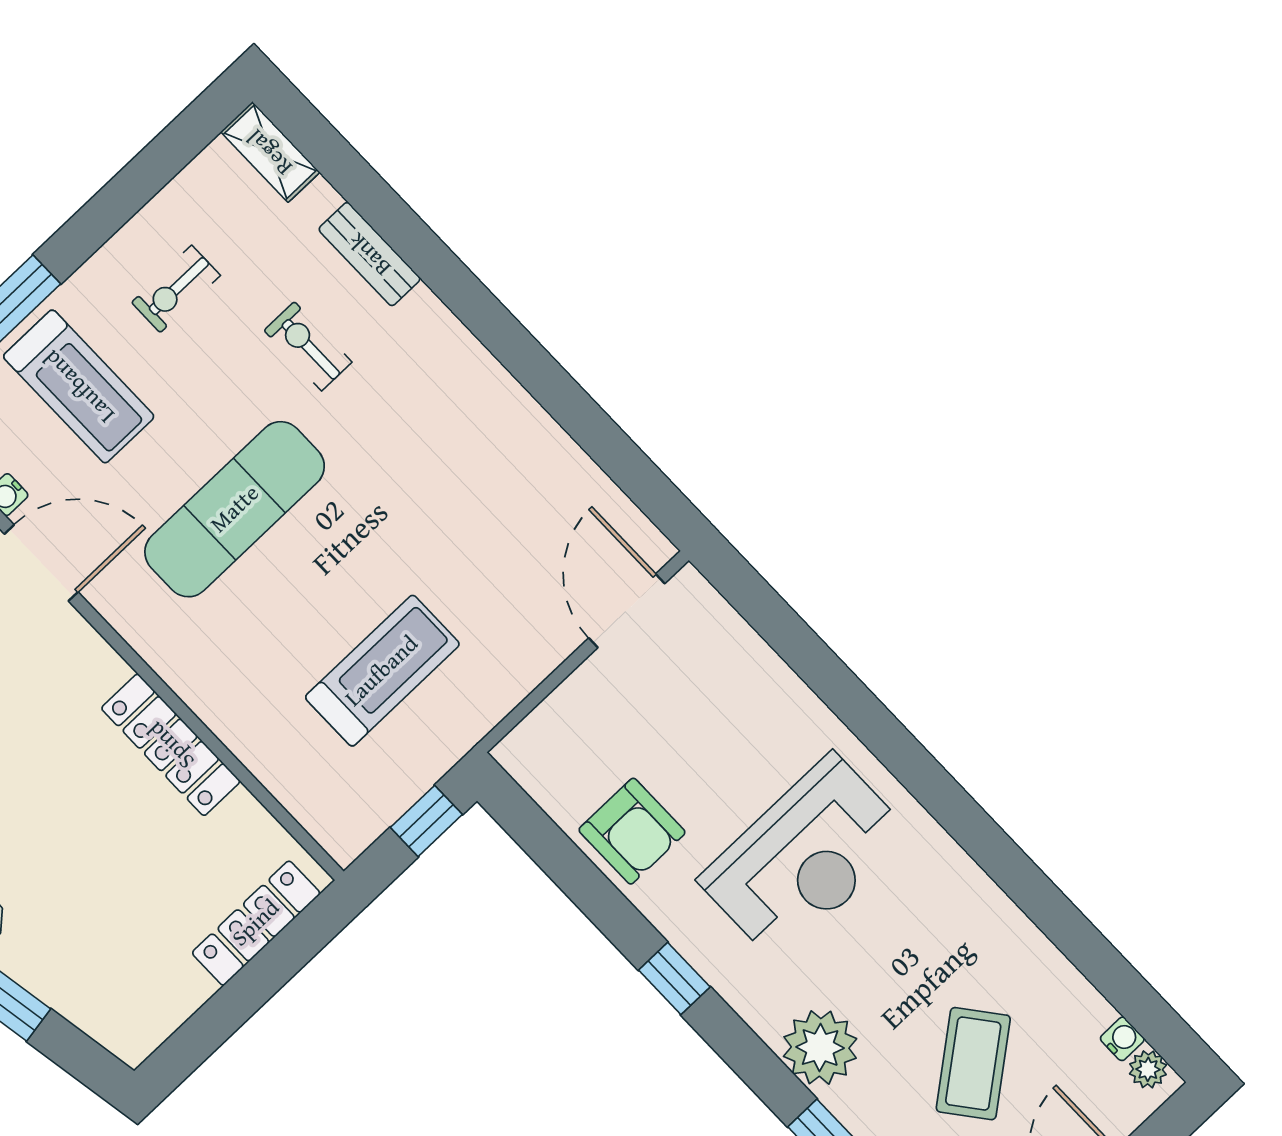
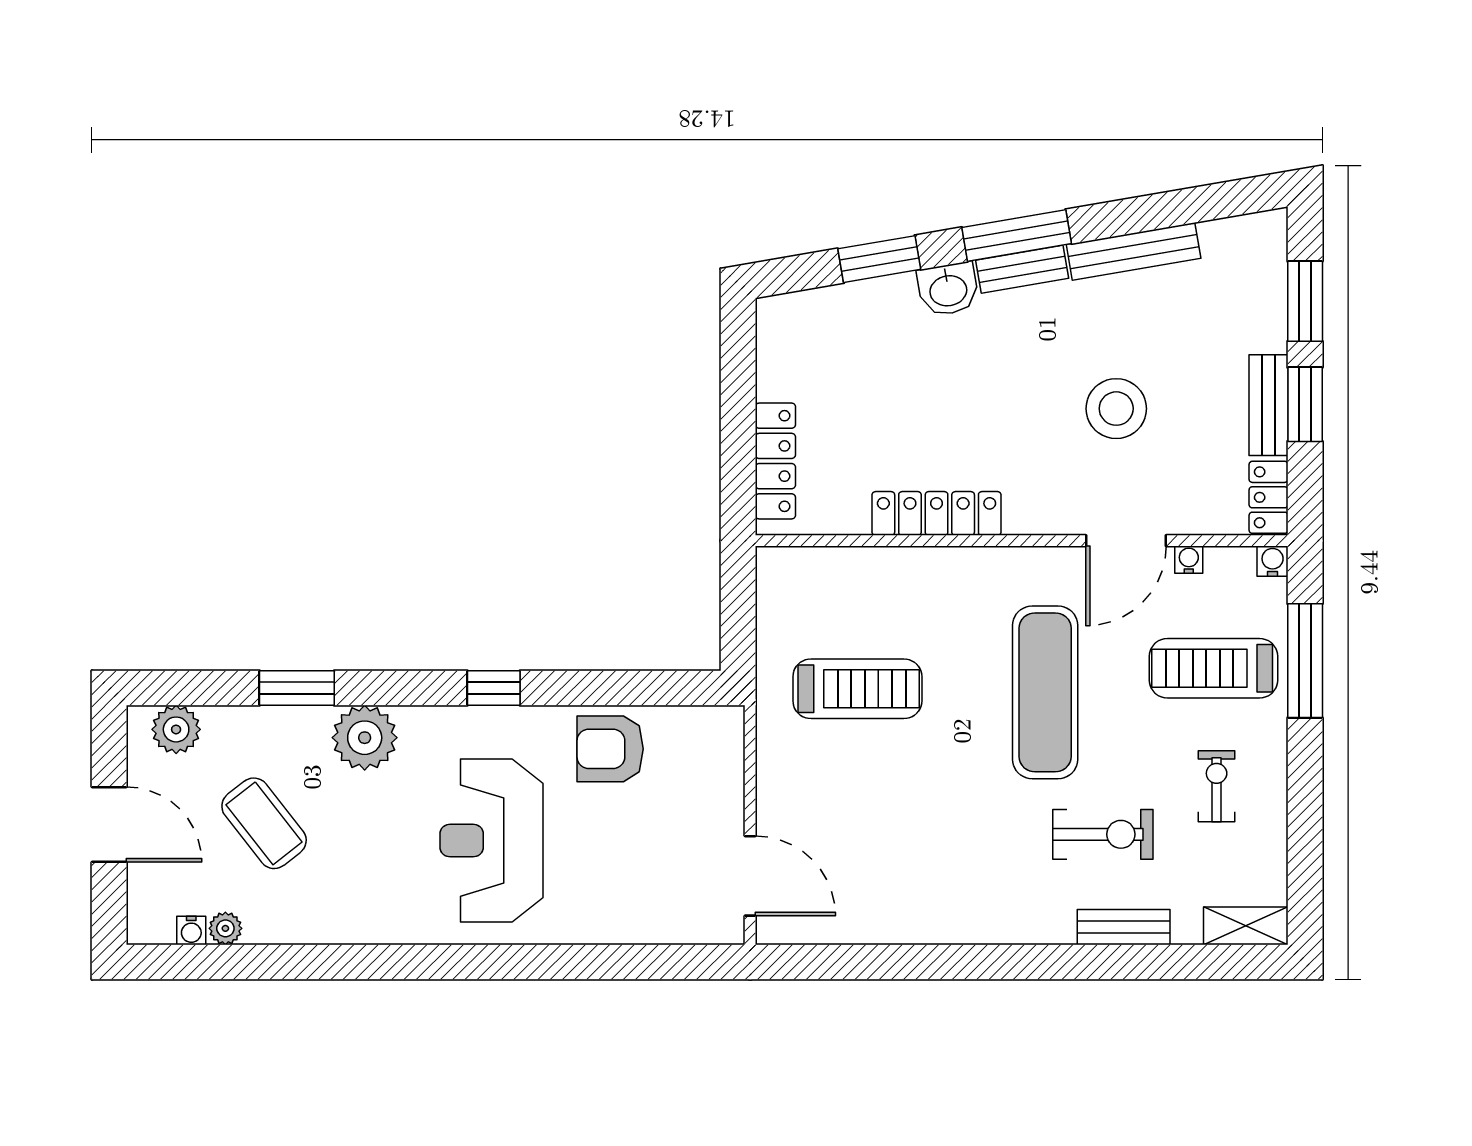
exercise bike: (308, 346) -> (1103, 834), width x1.38, depth x1.39
treadmill: (382, 671) -> (857, 689), turned -90
window: (426, 821) -> (738, 627), removed
plant: (1148, 1069) -> (225, 928), moved

